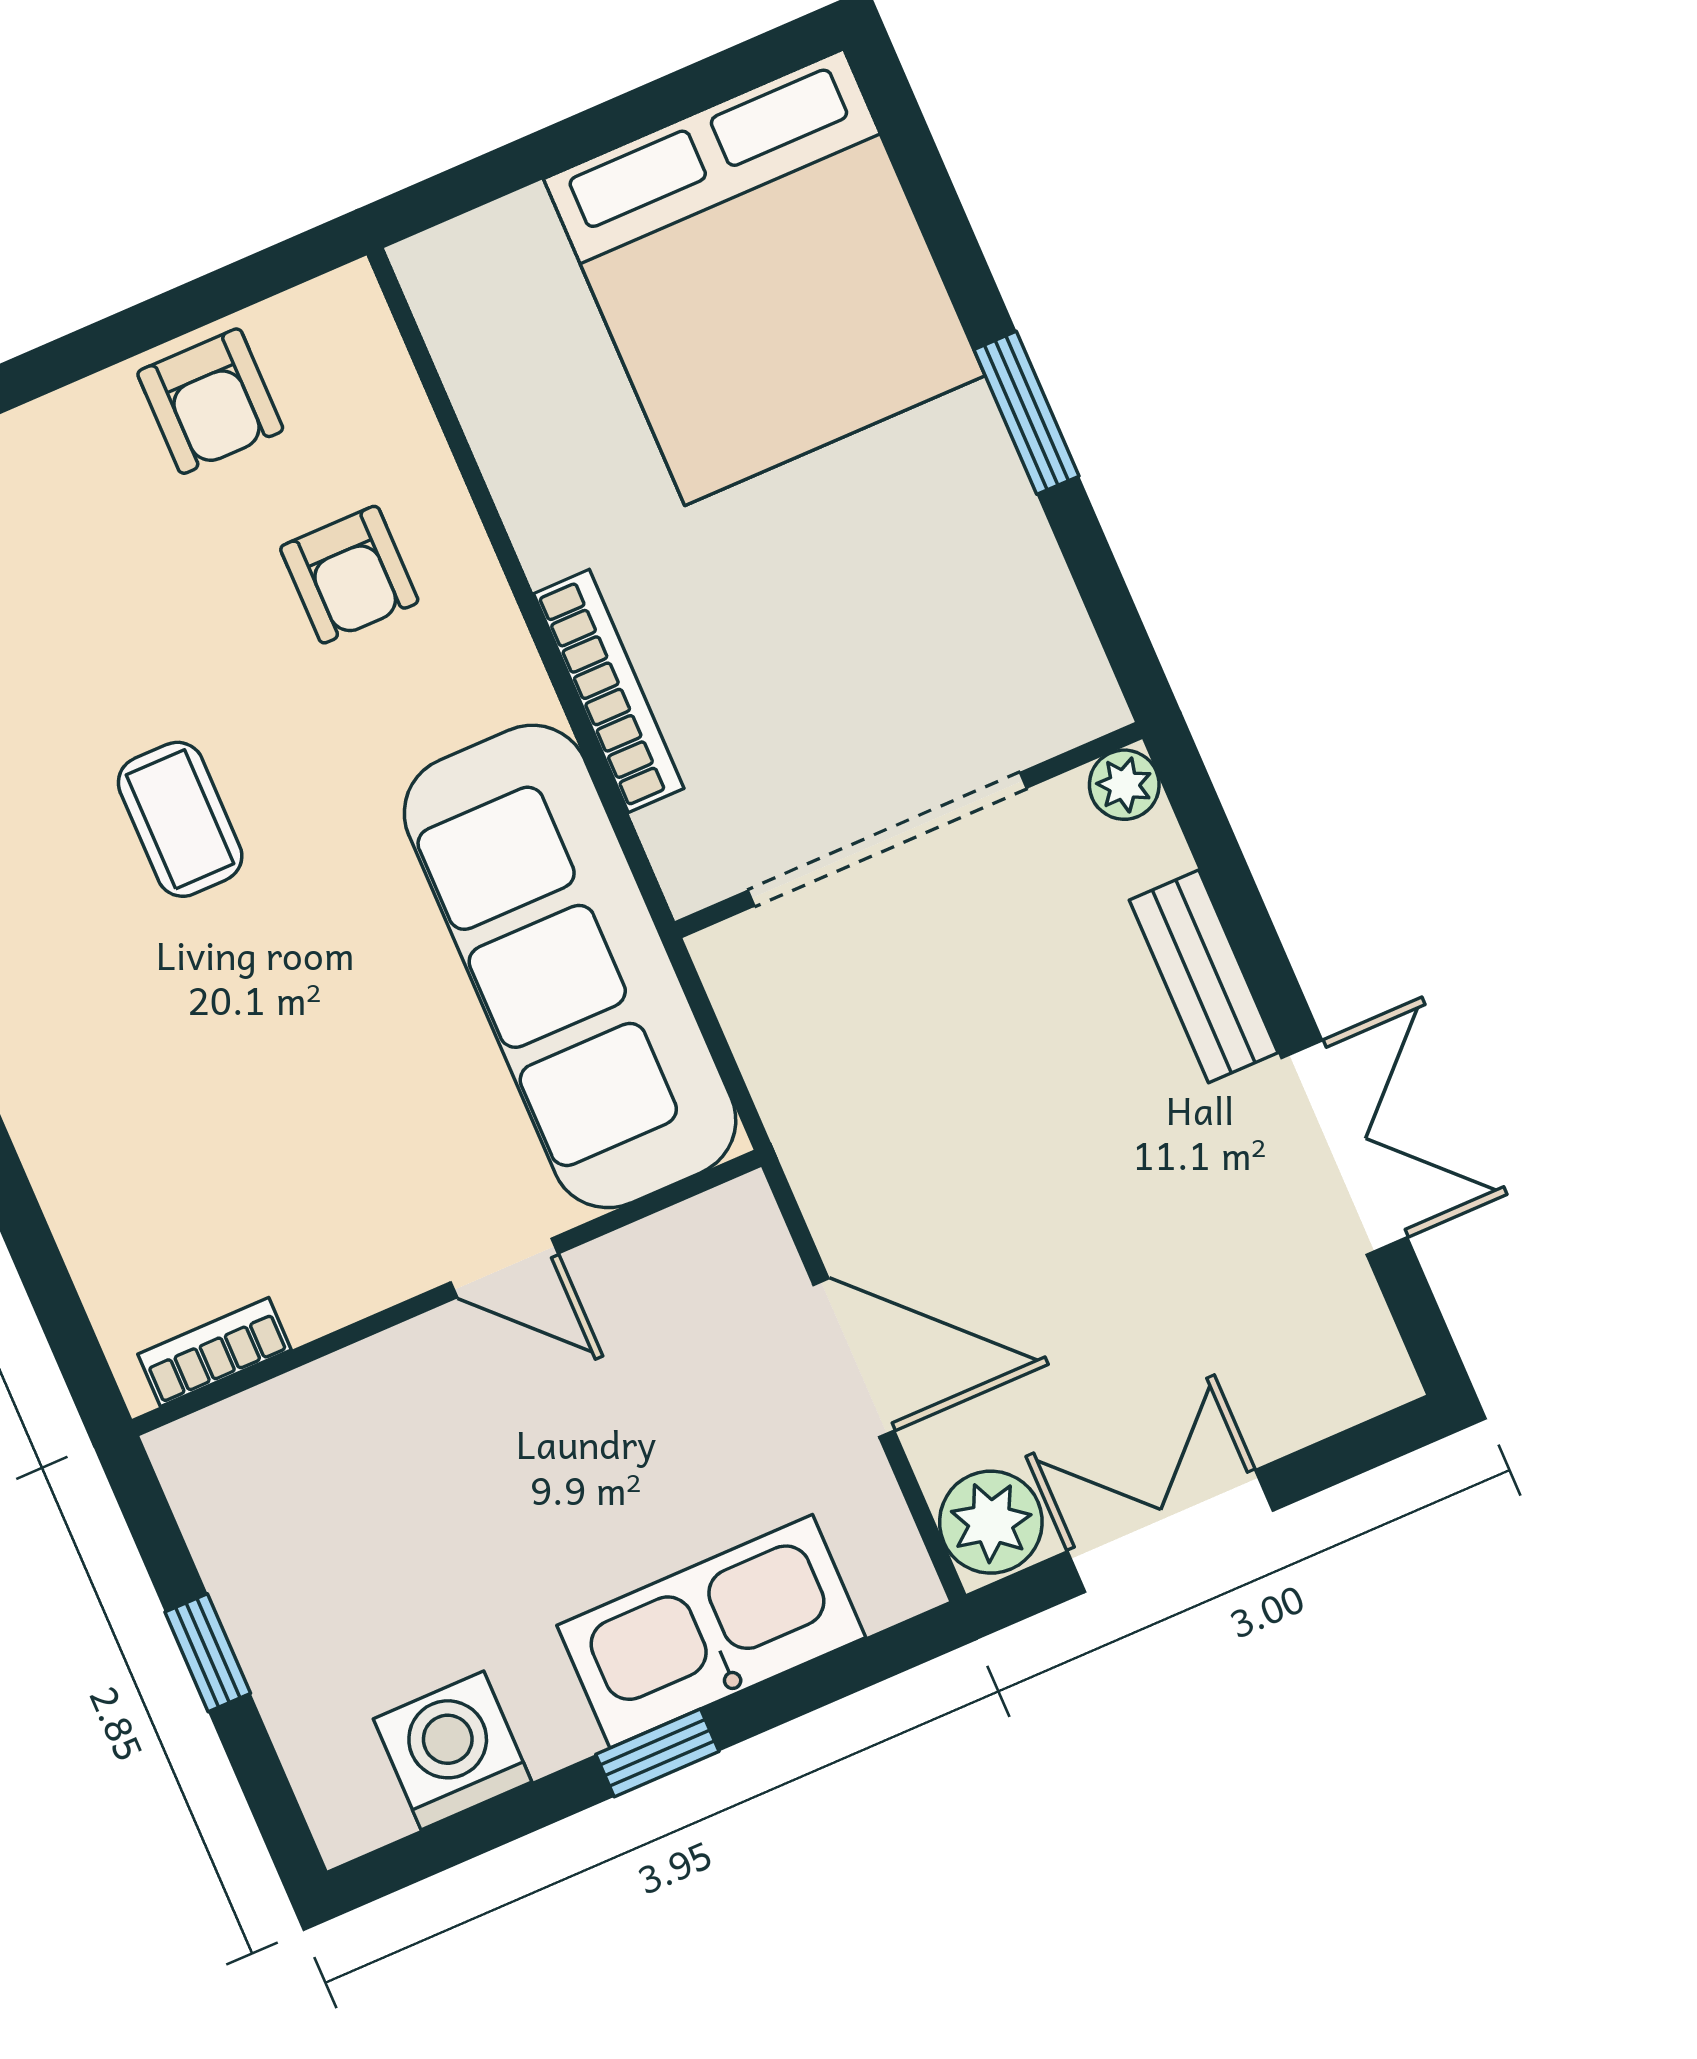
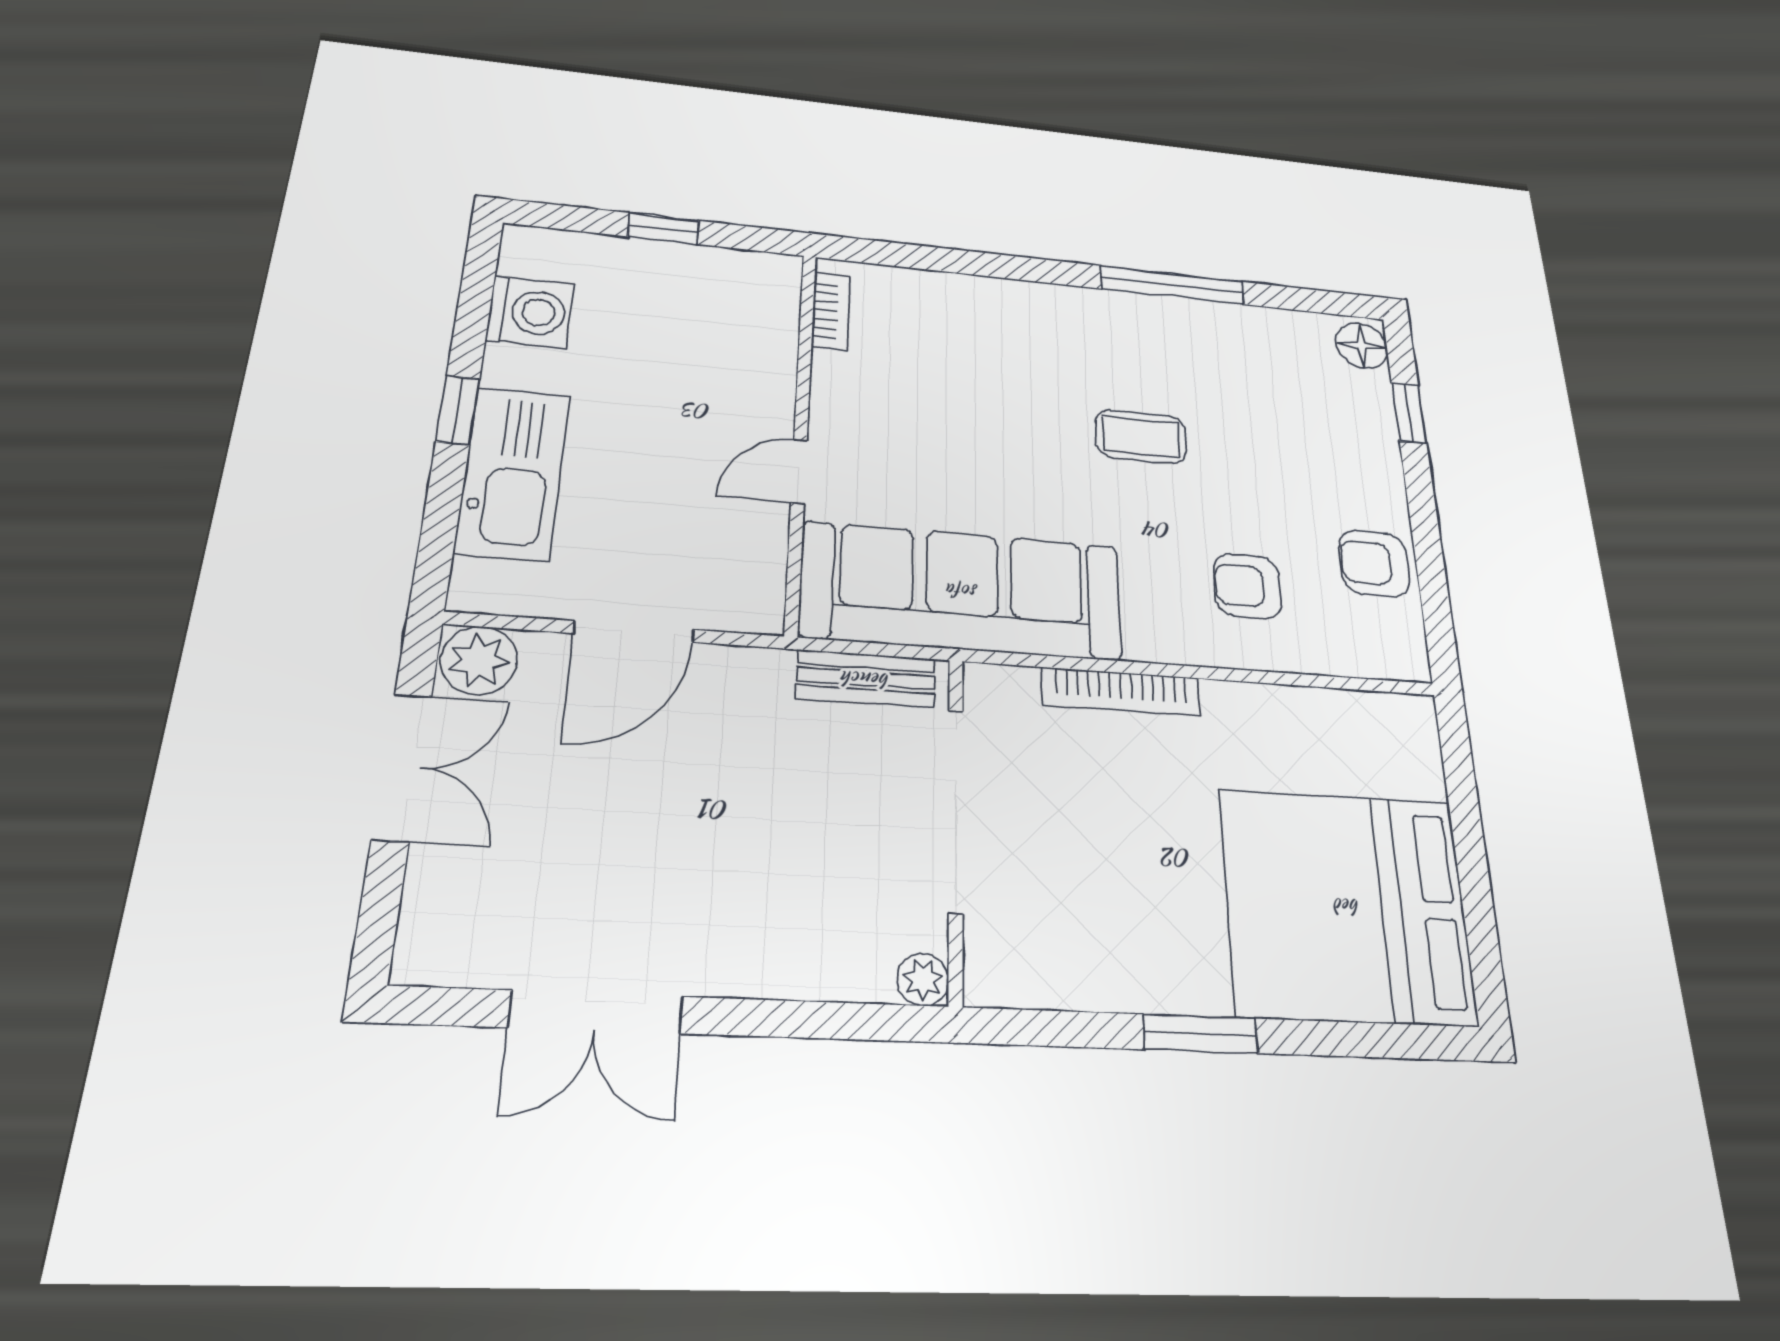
bench: (1204, 976) -> (866, 679), moved

